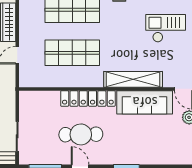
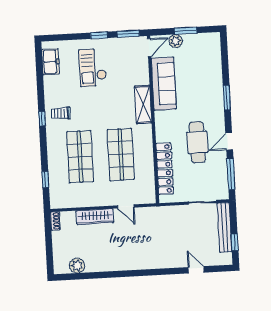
shelving: (133, 79) -> (143, 104), width x0.68
locker: (88, 99) -> (165, 169), moved

